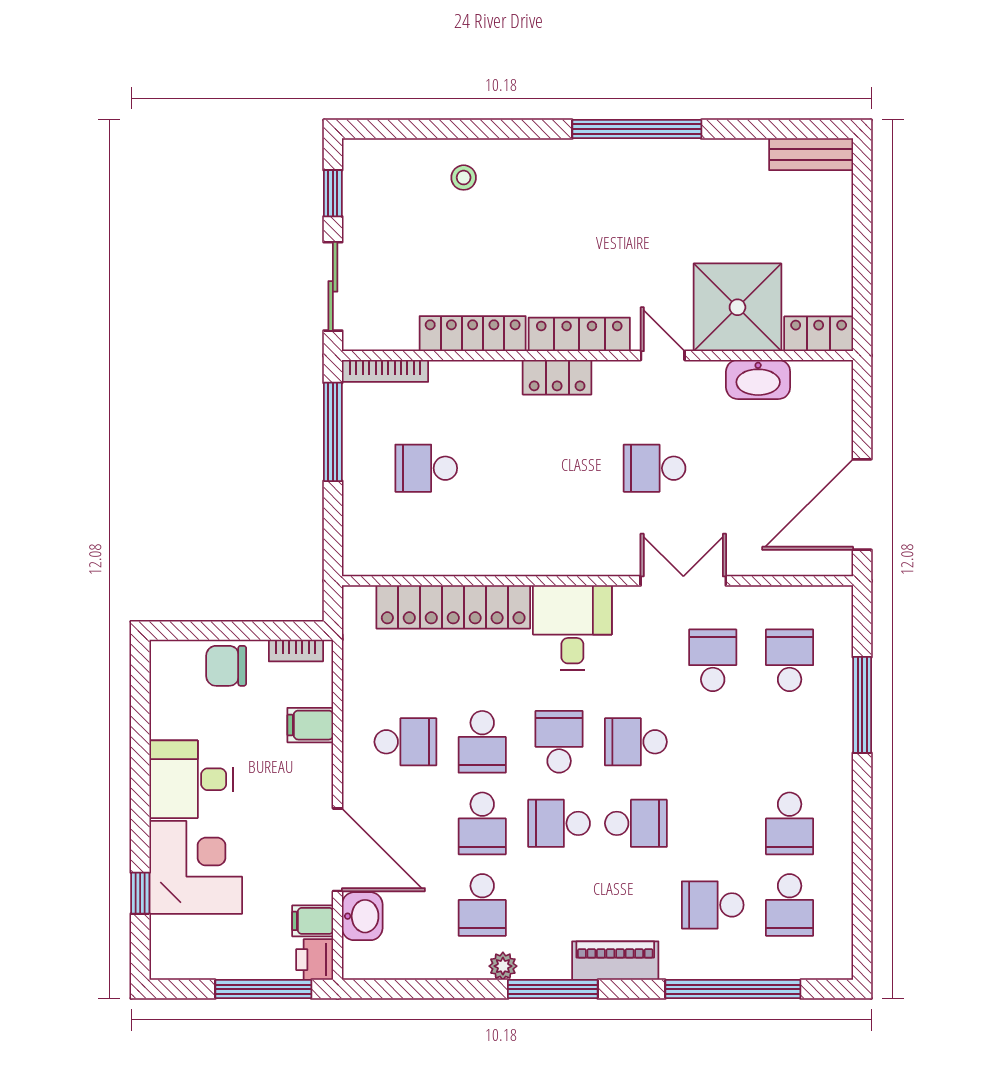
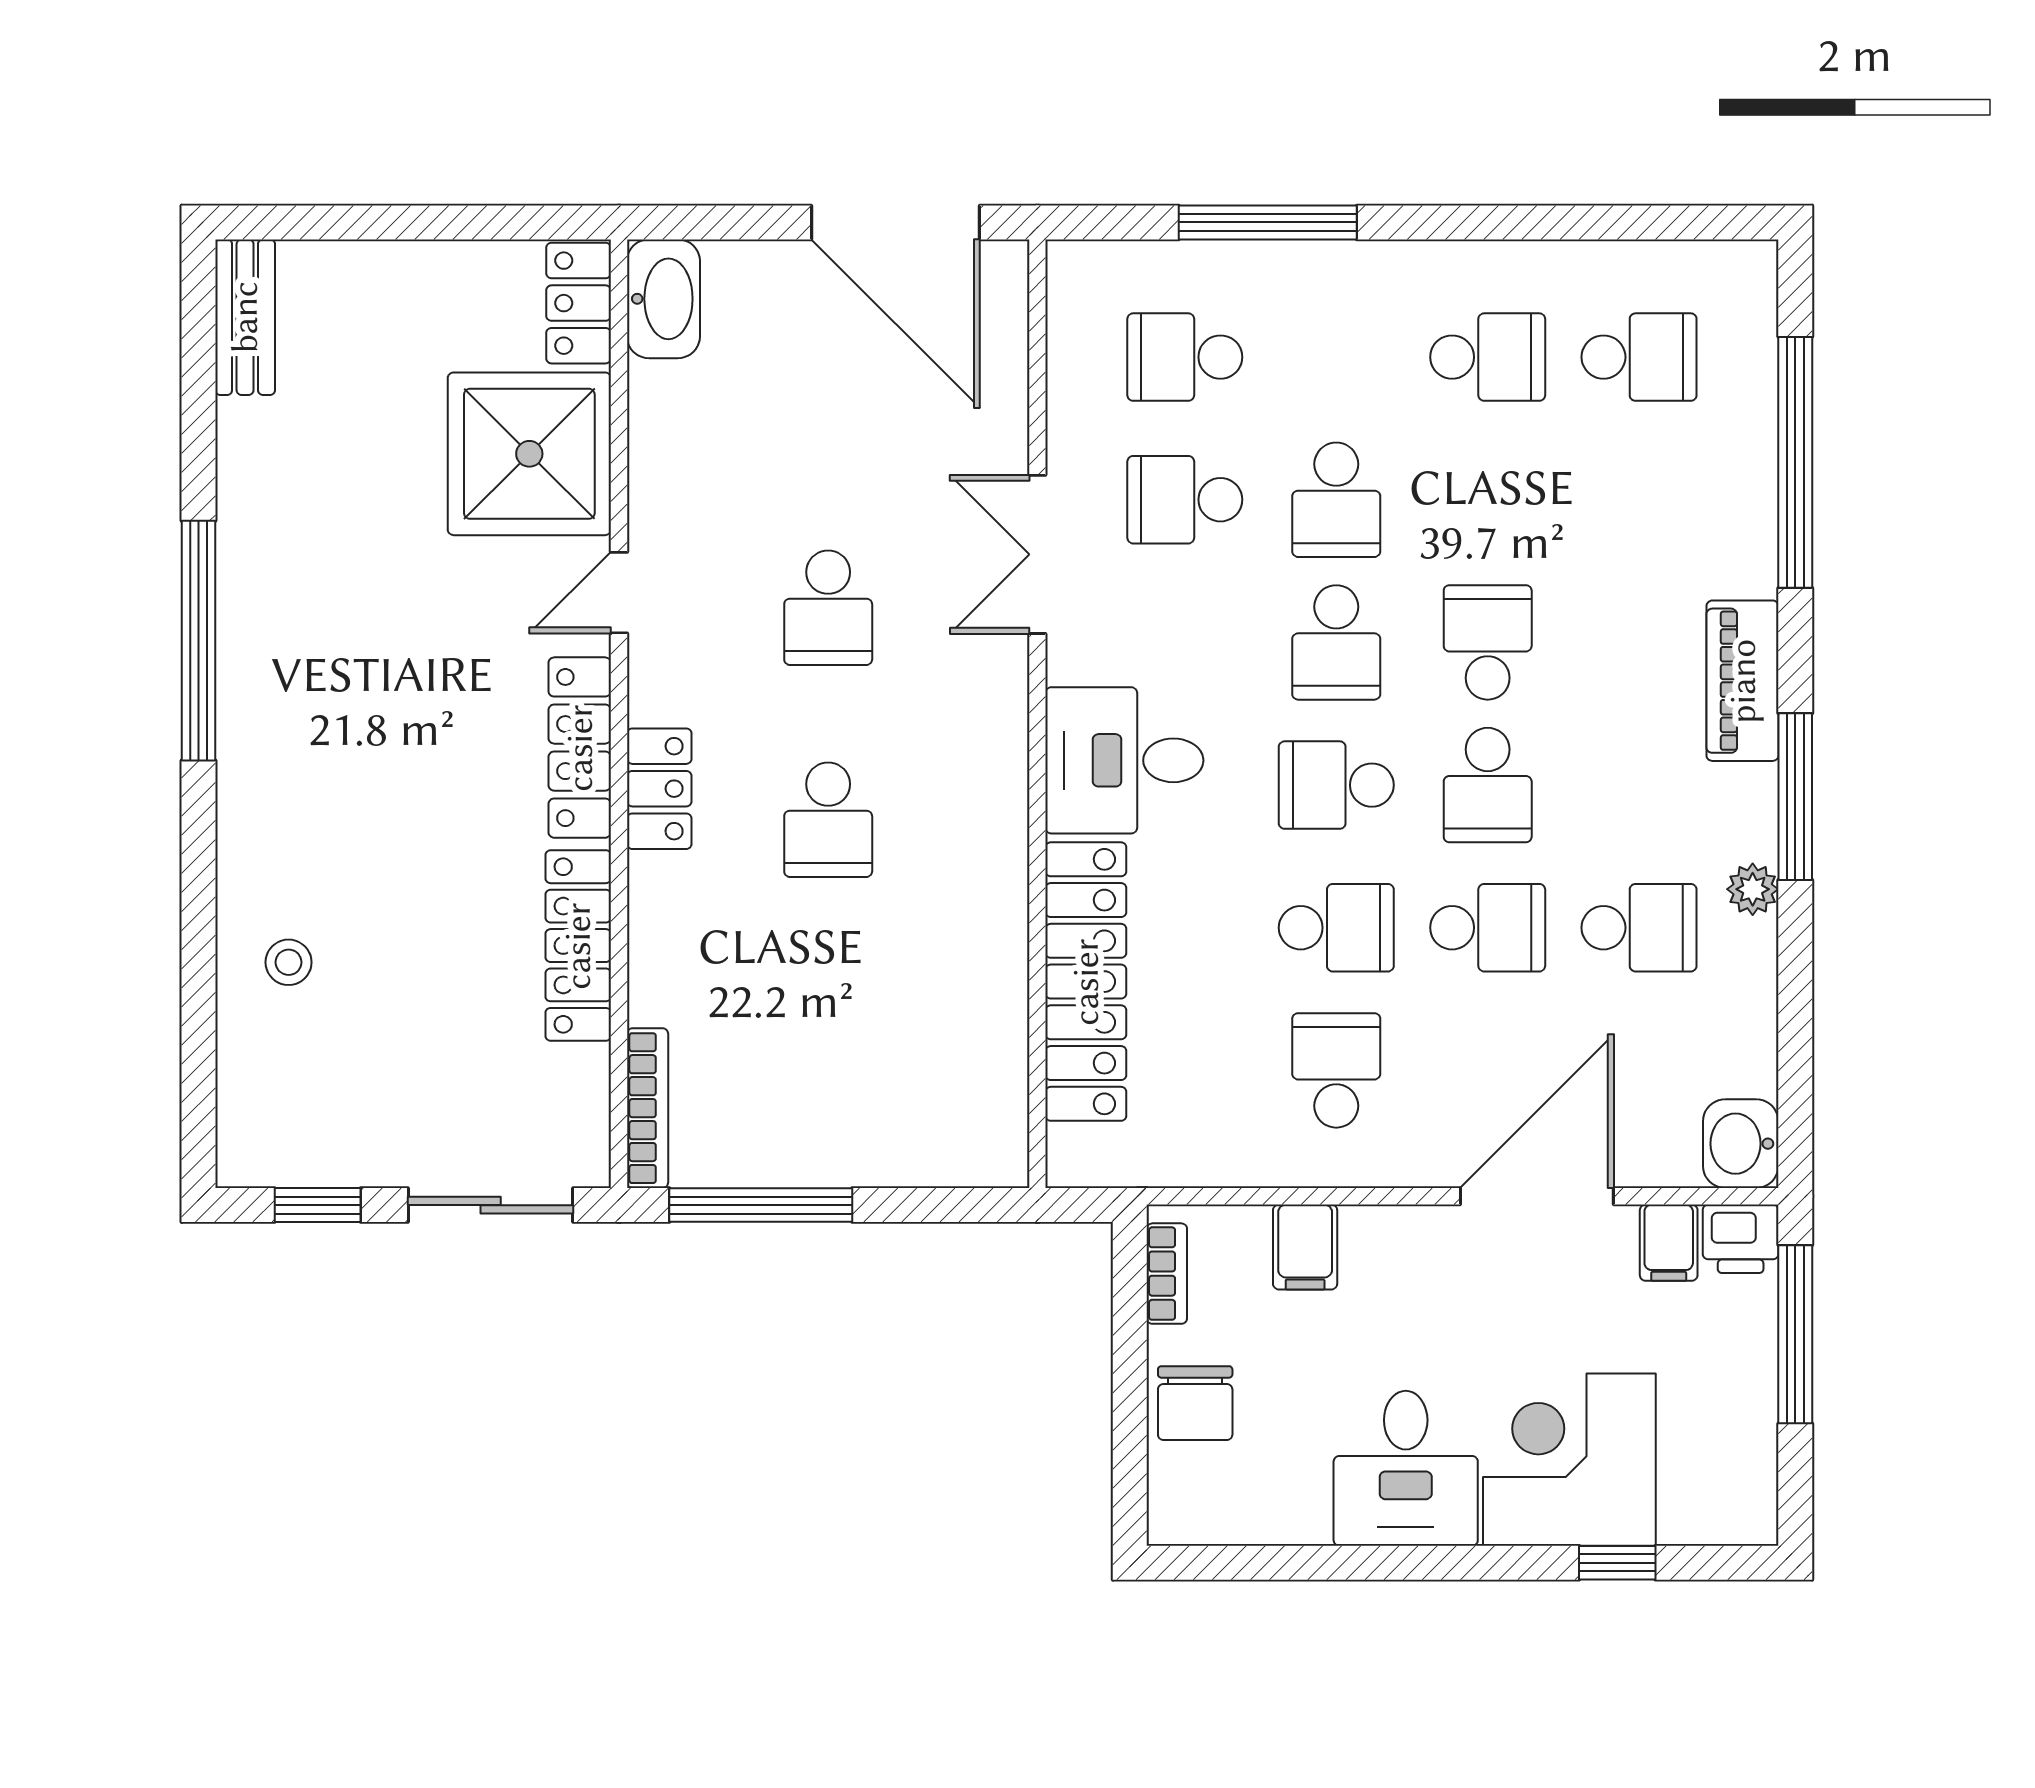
washbasin: (758, 379) -> (663, 299), moved
school desk: (426, 468) -> (828, 820), moved
school desk: (713, 905) -> (1336, 500), moved
washbasin: (362, 916) -> (1741, 1144), moved, turned -90

